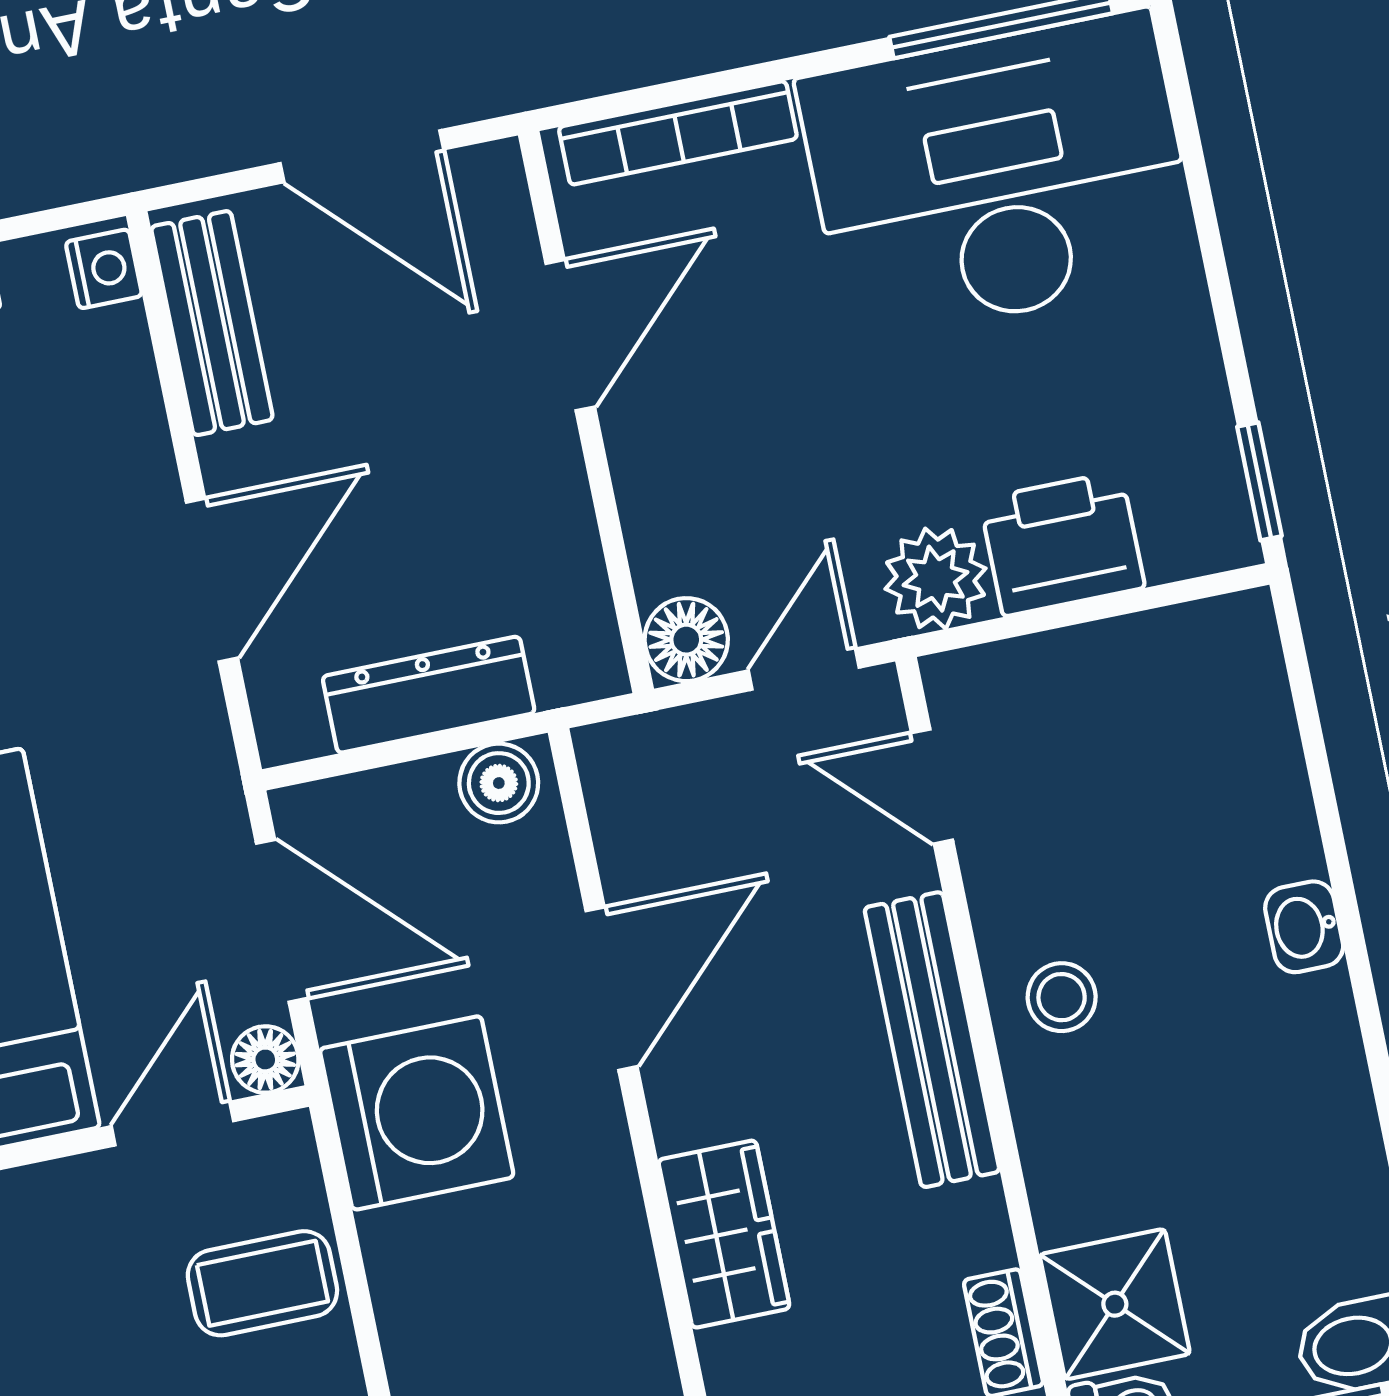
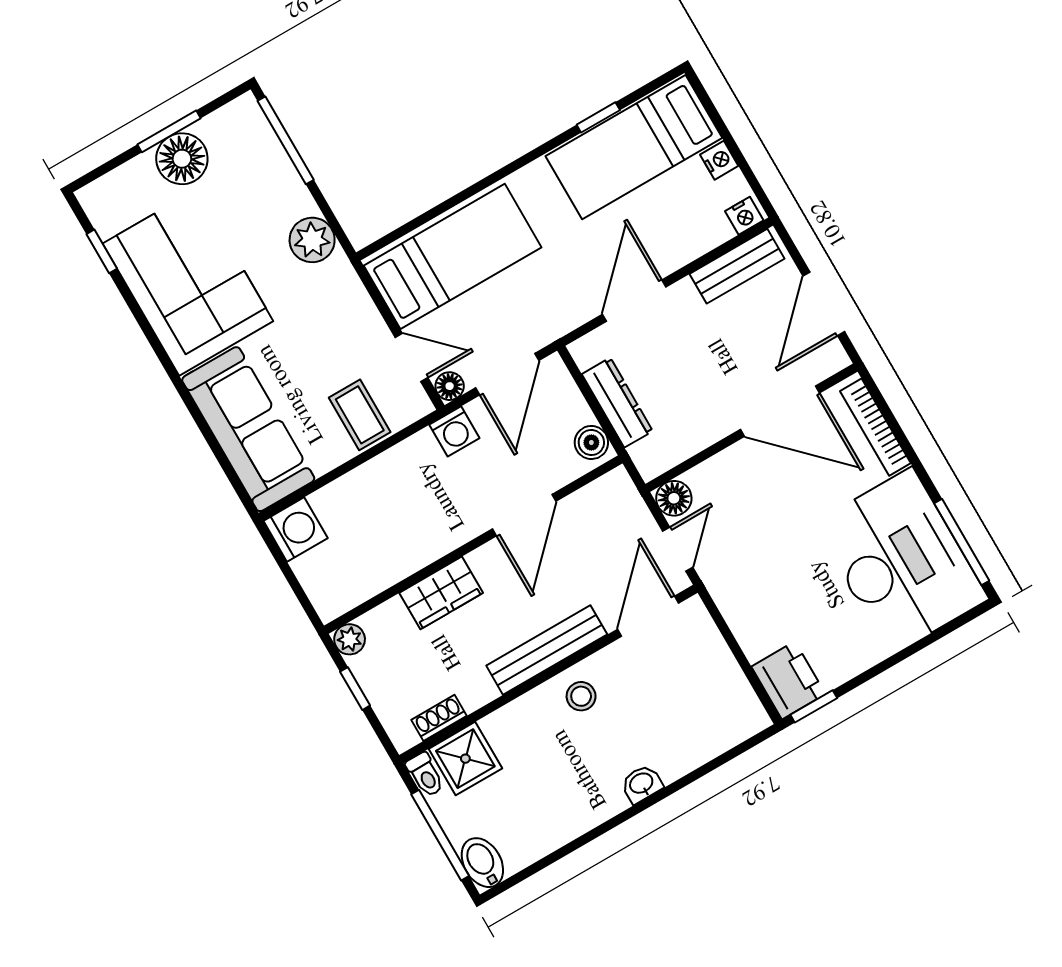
door: (570, 335) -> (780, 411), width x1.36
printer: (1062, 544) -> (788, 680), moved
plant: (935, 579) -> (732, 590), removed
door: (212, 580) -> (634, 301), swing flipped
door: (804, 669) -> (678, 549), hinge flipped
door: (932, 786) -> (648, 616), width x1.38
door: (611, 989) -> (524, 515), hinge flipped
washing machine: (417, 1113) -> (454, 431), width x0.53, depth x0.53

